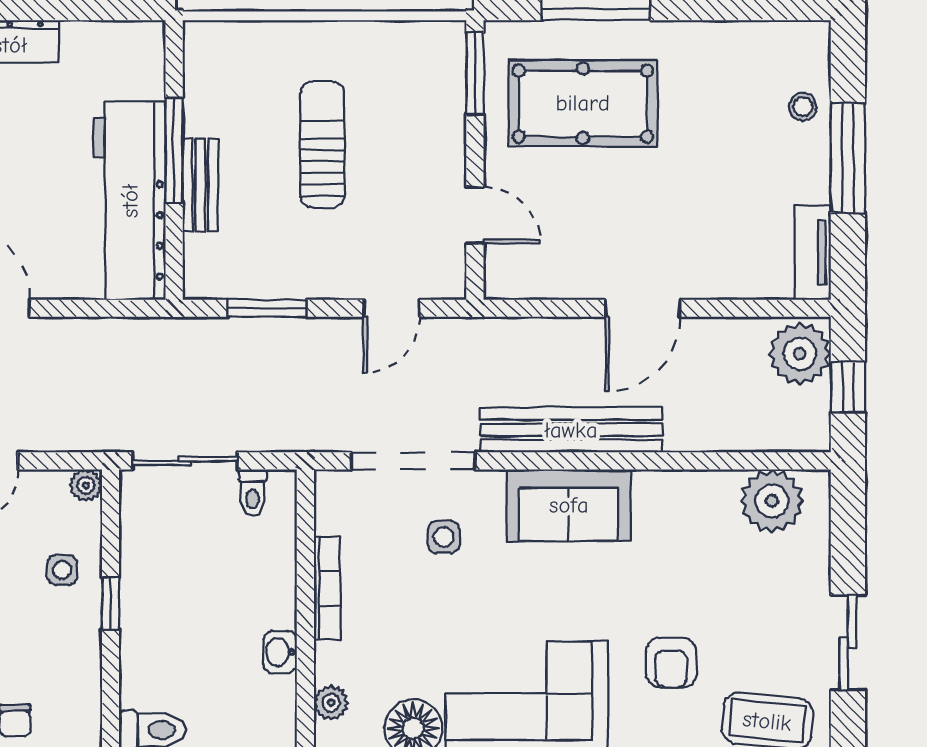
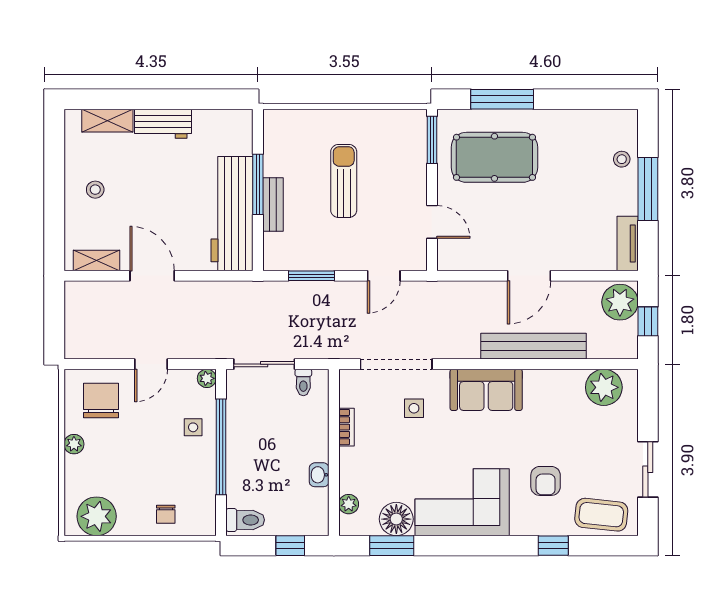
bench: (571, 430) -> (534, 346), moved
bookcase: (327, 588) -> (346, 427), width x0.64
window: (111, 604) -> (221, 447), width x3.17

